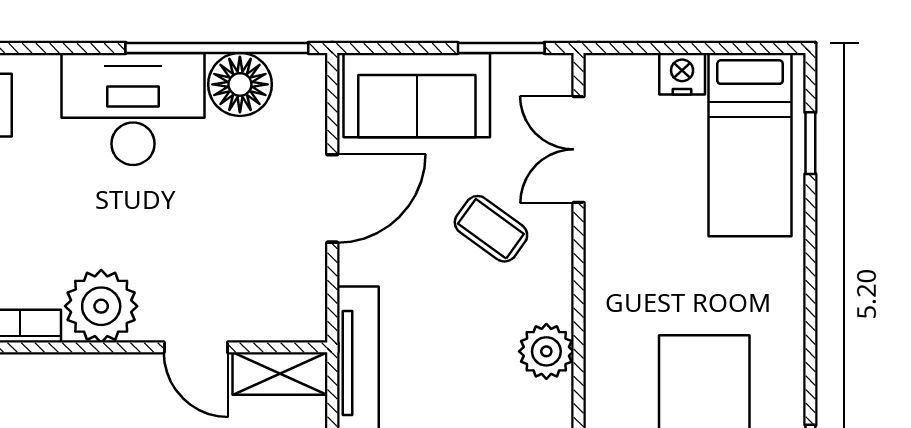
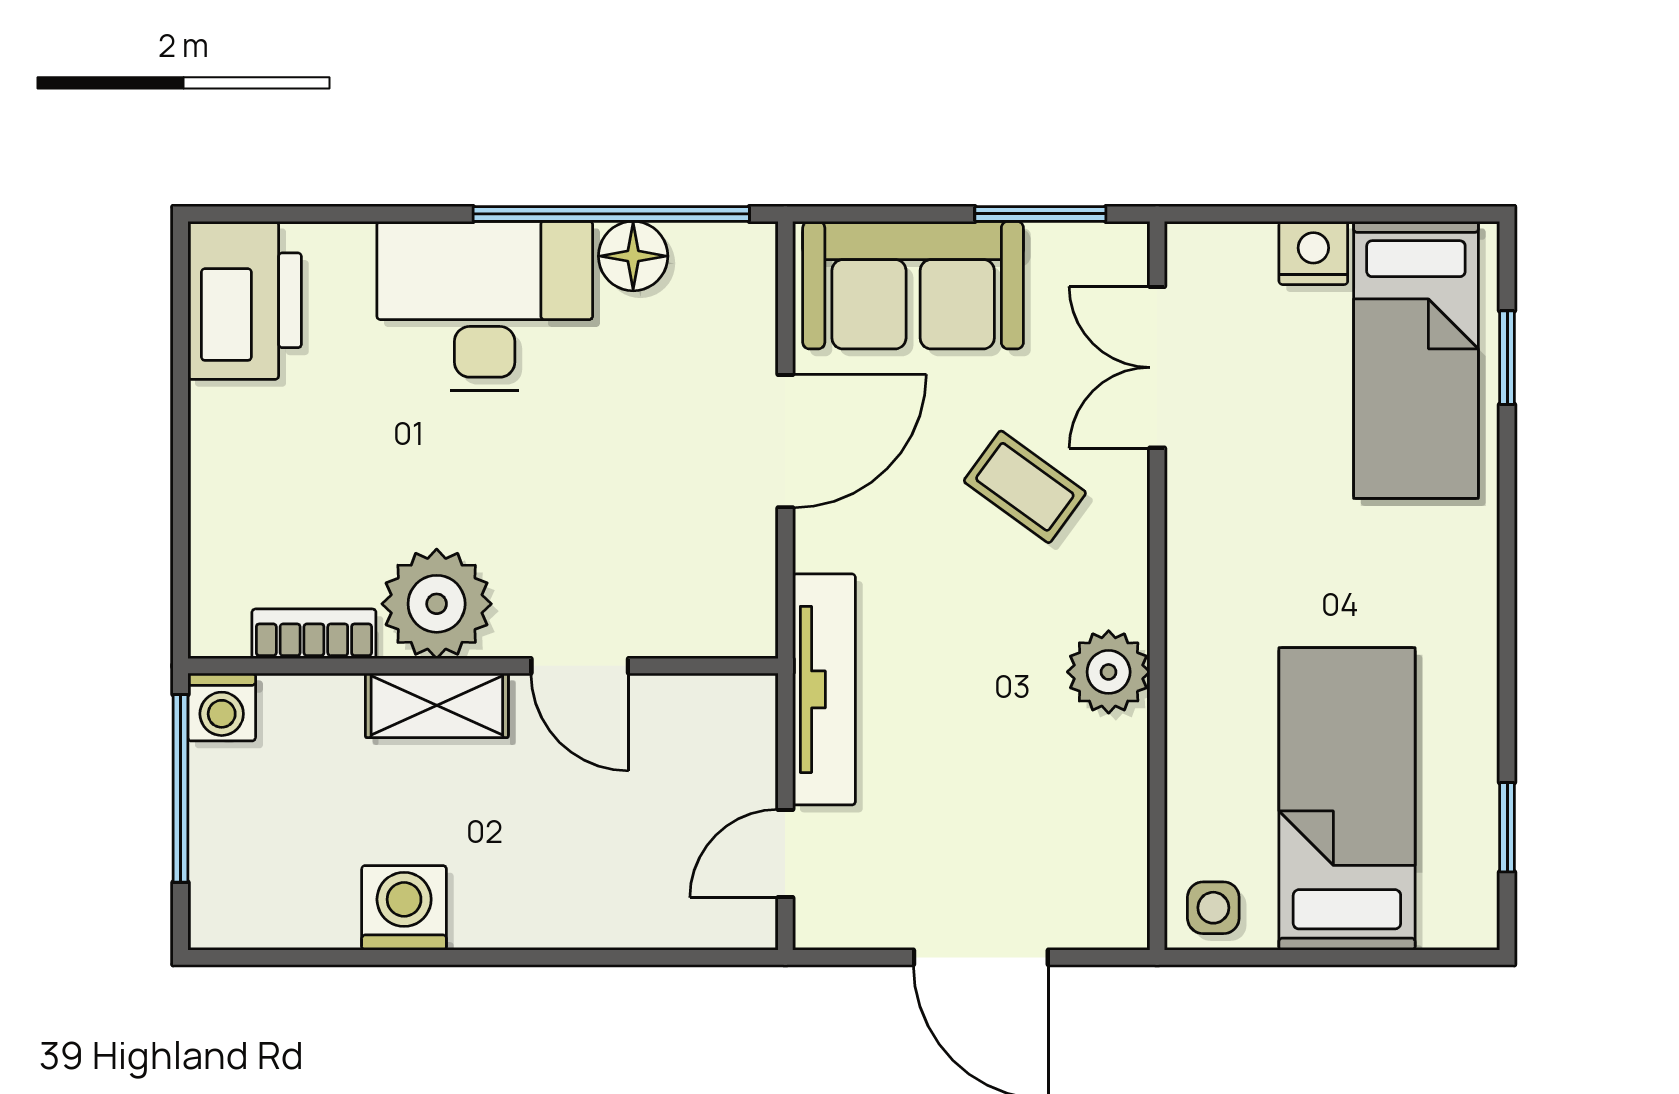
floor lamp: (240, 84) -> (633, 256), width x0.73, depth x0.73
shelving: (280, 374) -> (437, 705), moved

